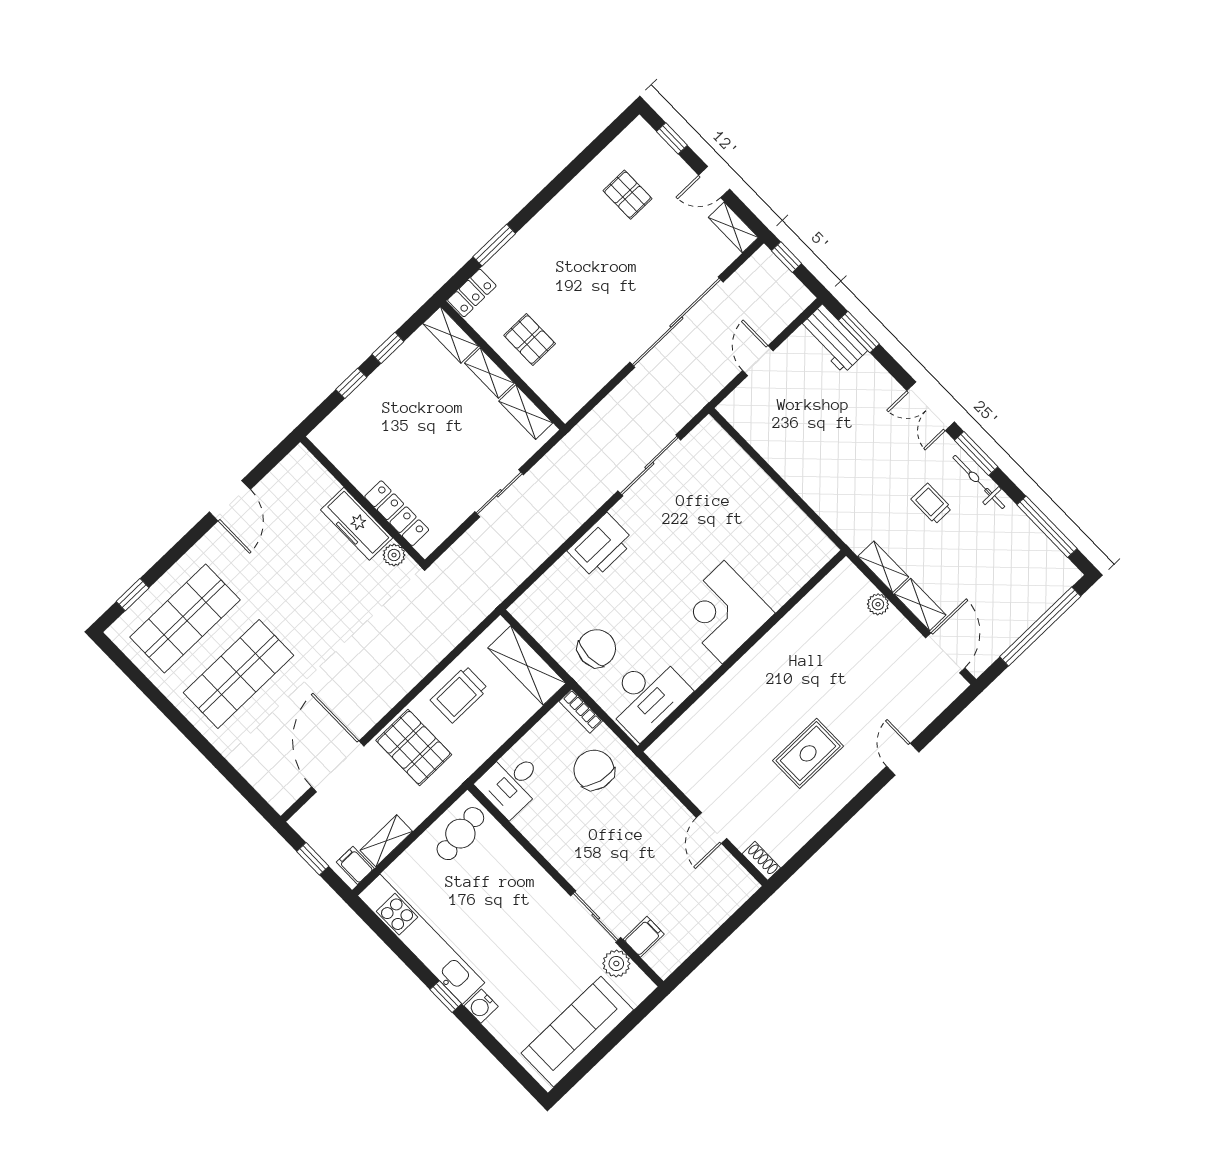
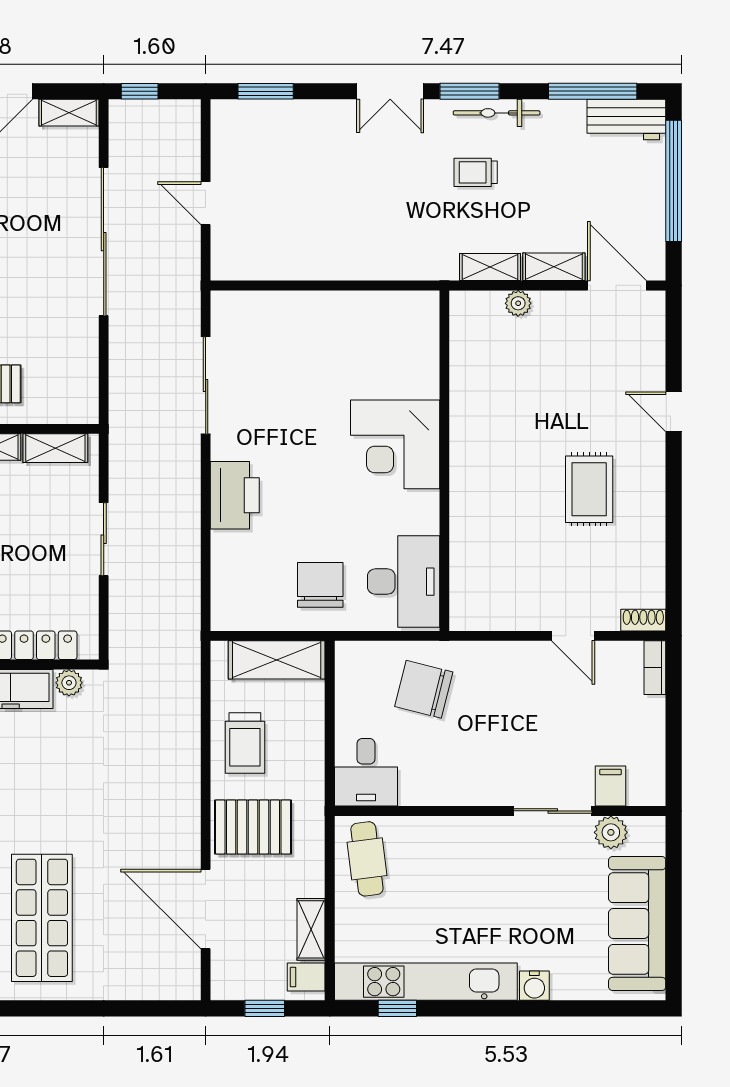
workbench: (833, 339) -> (626, 120), moved
bookcase: (581, 711) -> (655, 668), moved, turned 90
window: (446, 997) -> (397, 1008), moved

